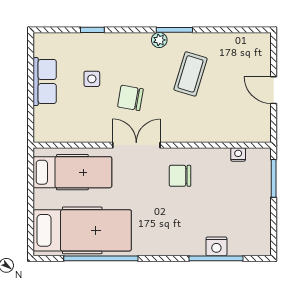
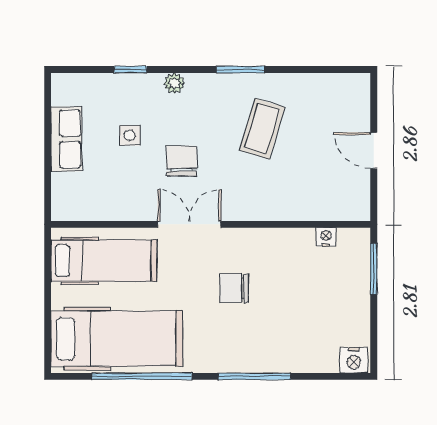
plant: (159, 40) -> (174, 83), moved
chair: (130, 98) -> (181, 161), turned 80
chair: (180, 176) -> (234, 288), moved
nightstand: (216, 246) -> (354, 360), moved
window: (216, 258) -> (255, 376), moved

